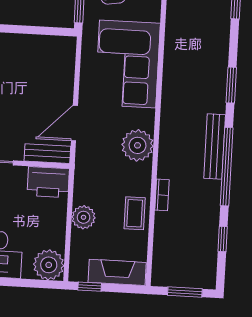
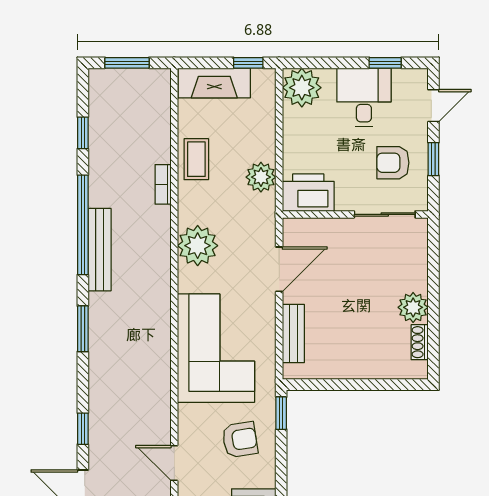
bench: (47, 154) -> (293, 334), moved, turned 90
plant: (84, 217) -> (261, 177), moved

